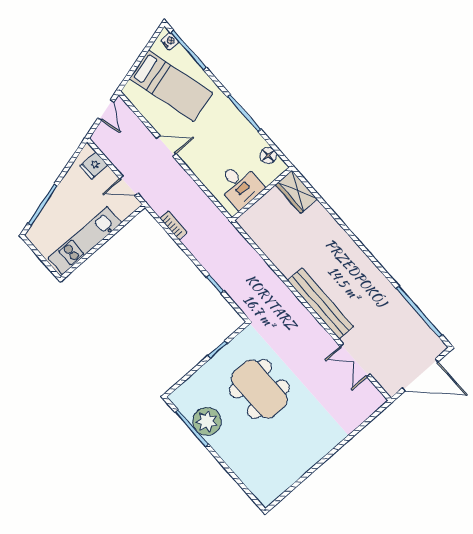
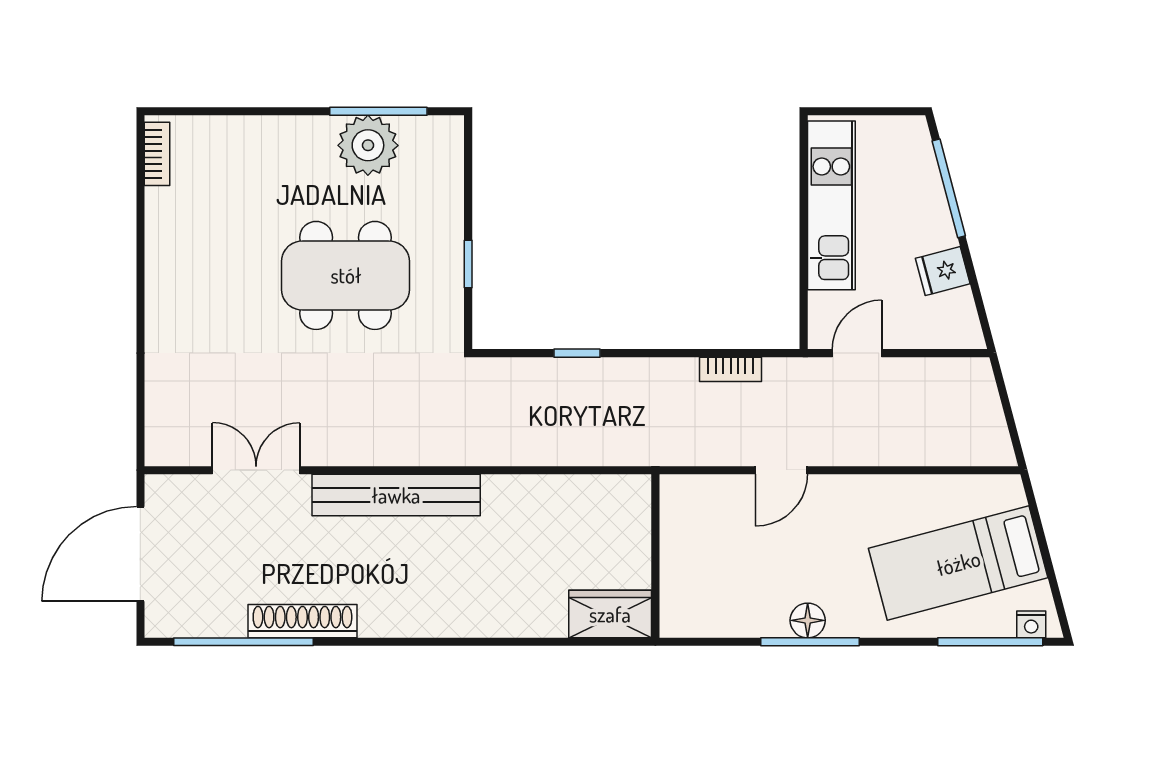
door: (106, 110) -> (1011, 424), removed
door: (166, 146) -> (781, 470), moved
floor lamp: (268, 156) -> (808, 620), moved
fridge: (94, 165) -> (943, 271), moved, turned -105
desk: (240, 185) -> (701, 533), removed
shoe rack: (394, 297) -> (302, 621), added
bookcase: (275, 492) -> (157, 154), added

